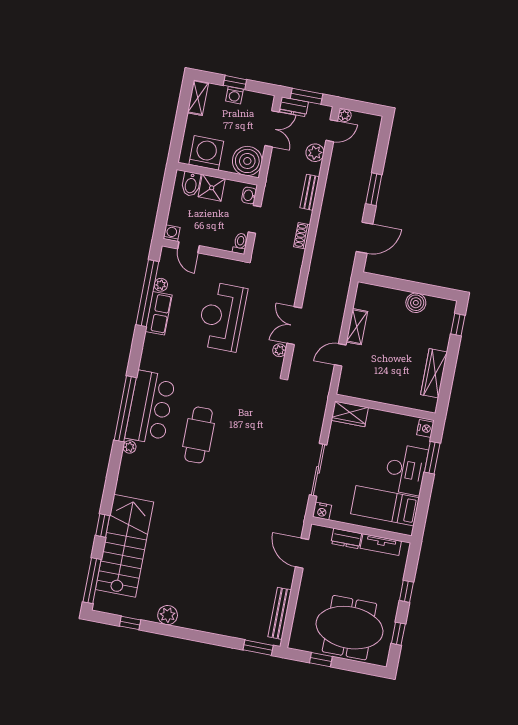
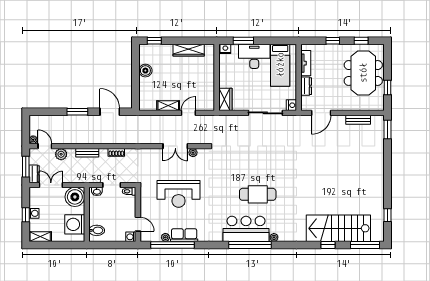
shower: (212, 188) -> (97, 217), removed
door: (188, 247) -> (138, 224), hinge flipped
door: (340, 355) -> (188, 113), swing flipped
bench: (280, 613) -> (358, 120), width x0.73
plant: (168, 615) -> (378, 192), removed

